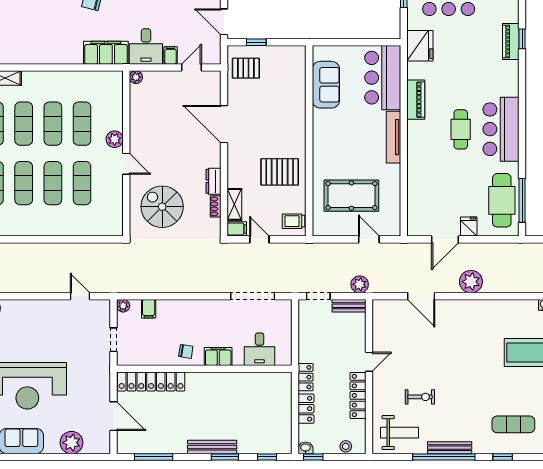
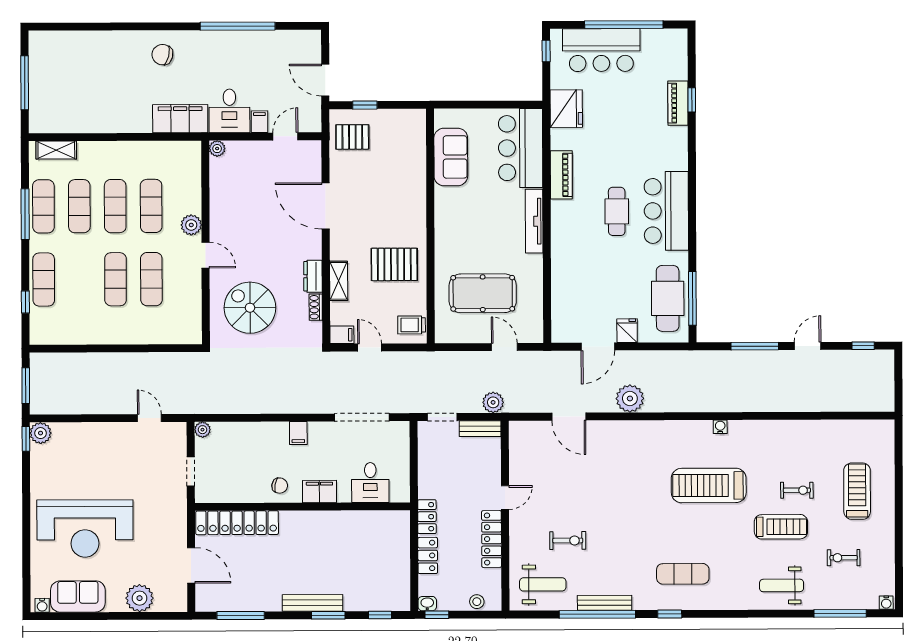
exercise mat: (24, 183) -> (80, 279), removed
shelving: (234, 204) -> (339, 281), moved
filing cabinet: (149, 309) -> (298, 433), moved

